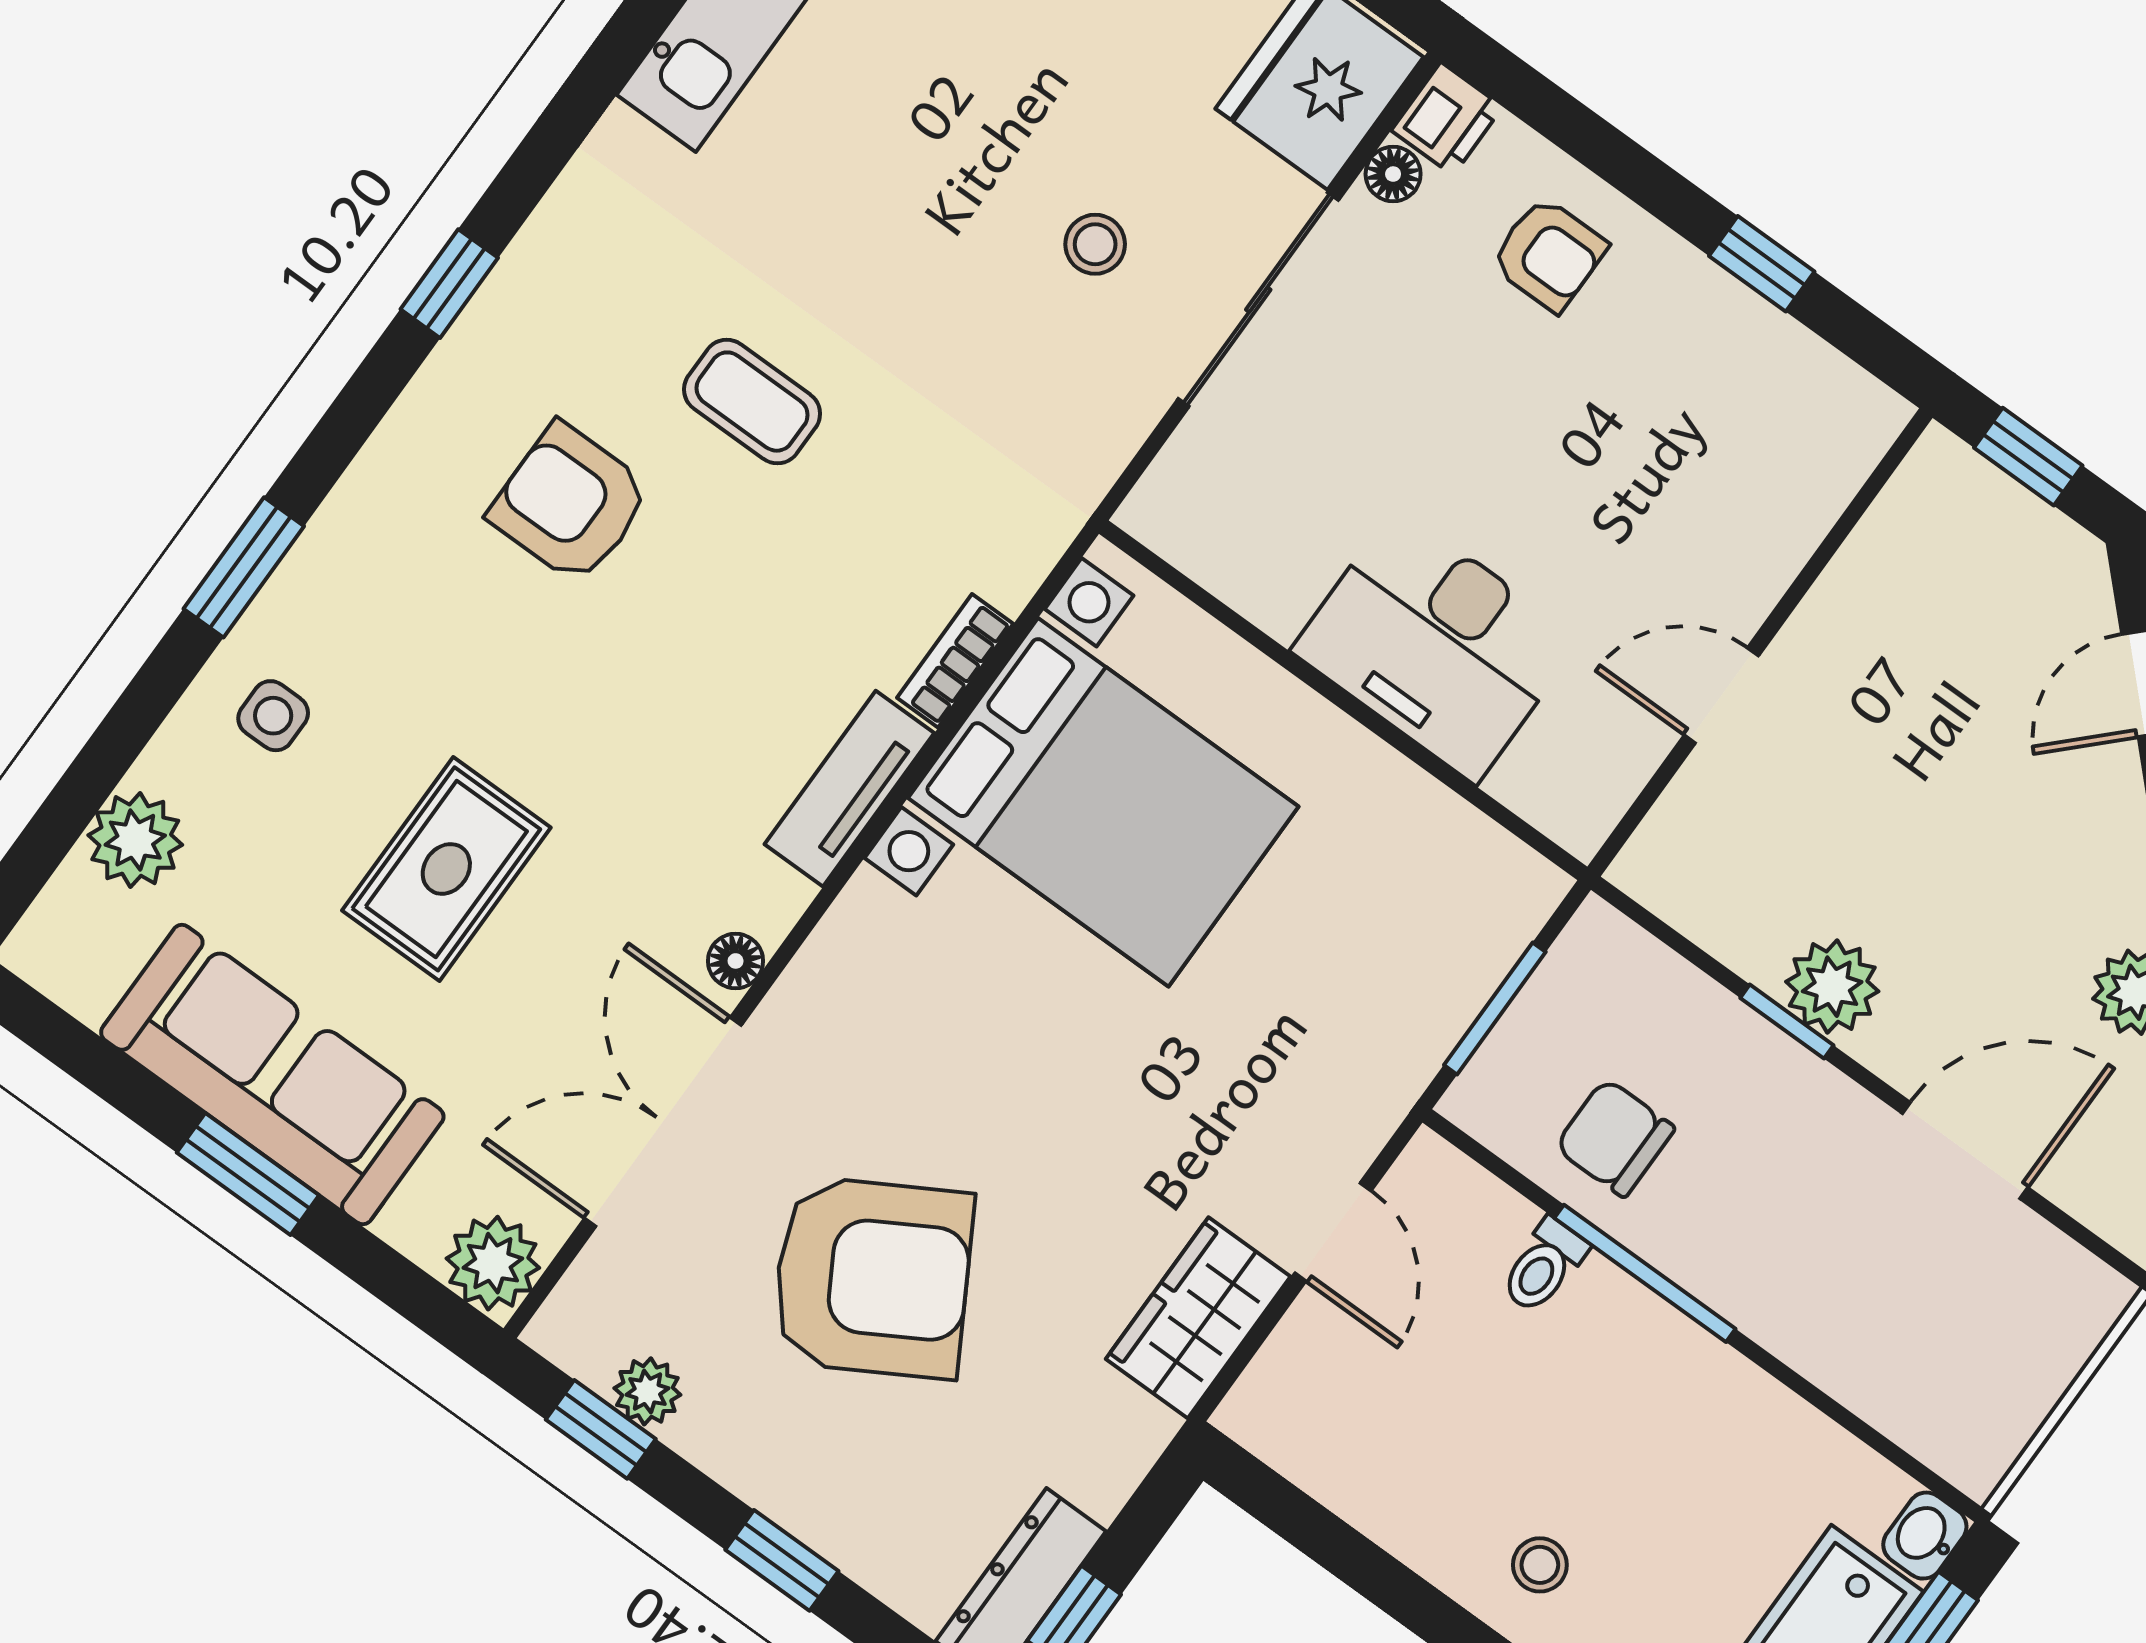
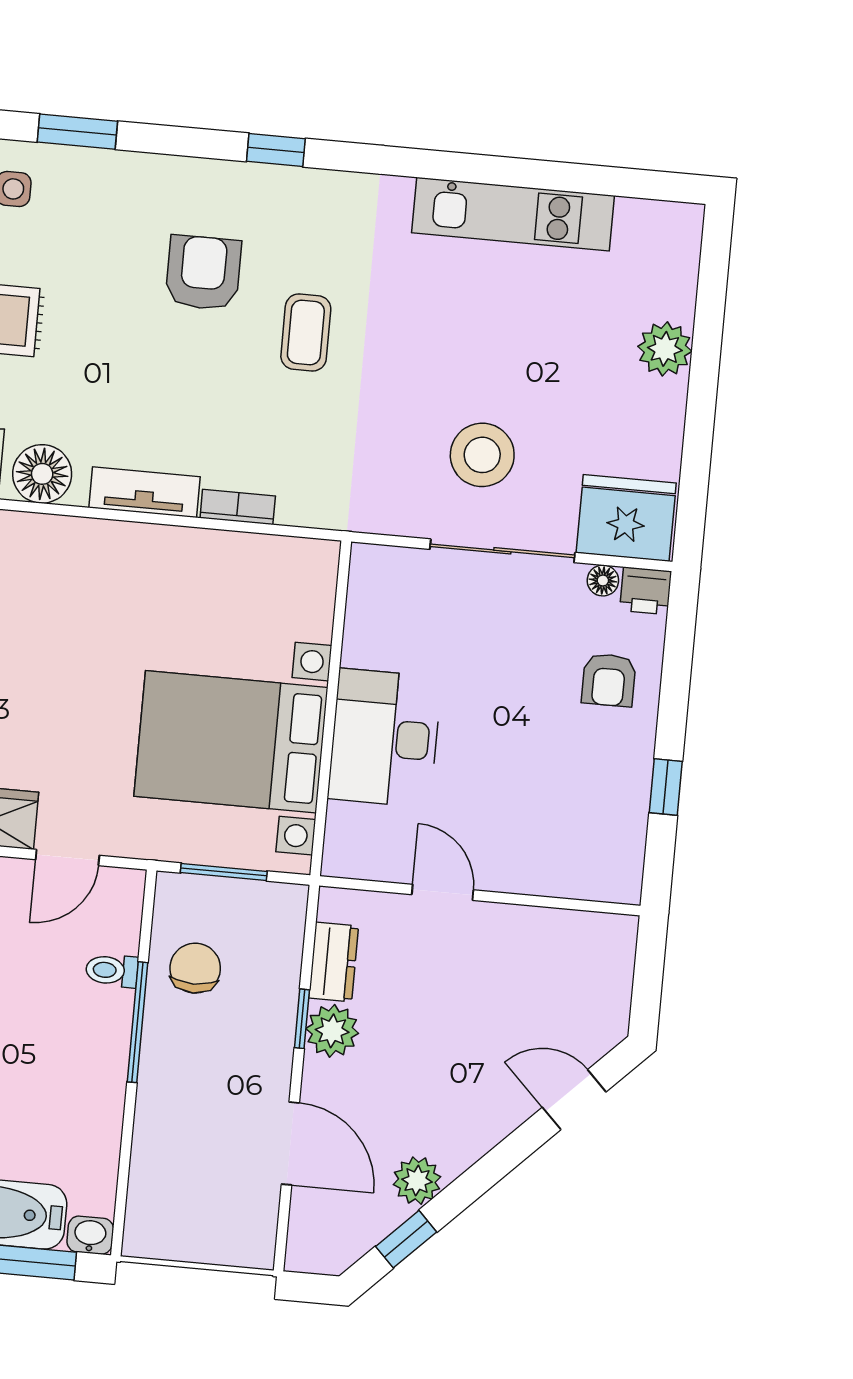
stool: (1095, 244) -> (482, 455), width x1.89, depth x1.89
window: (2028, 457) -> (648, 973), removed
bed with nightstands: (1103, 802) -> (231, 742), moved, turned 90
dresser: (1729, 923) -> (334, 962), added
floor lamp: (736, 961) -> (42, 474), width x1.89, depth x1.89

